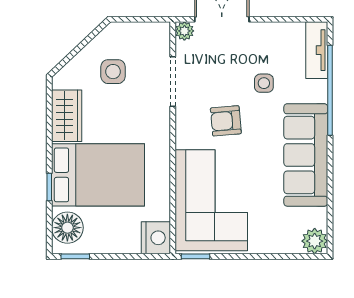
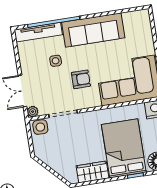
tv unit: (317, 50) -> (38, 32), width x1.41
side table: (113, 72) -> (40, 127), moved
armchair: (226, 121) -> (81, 79), turned -85
plant: (315, 241) -> (142, 17), removed

